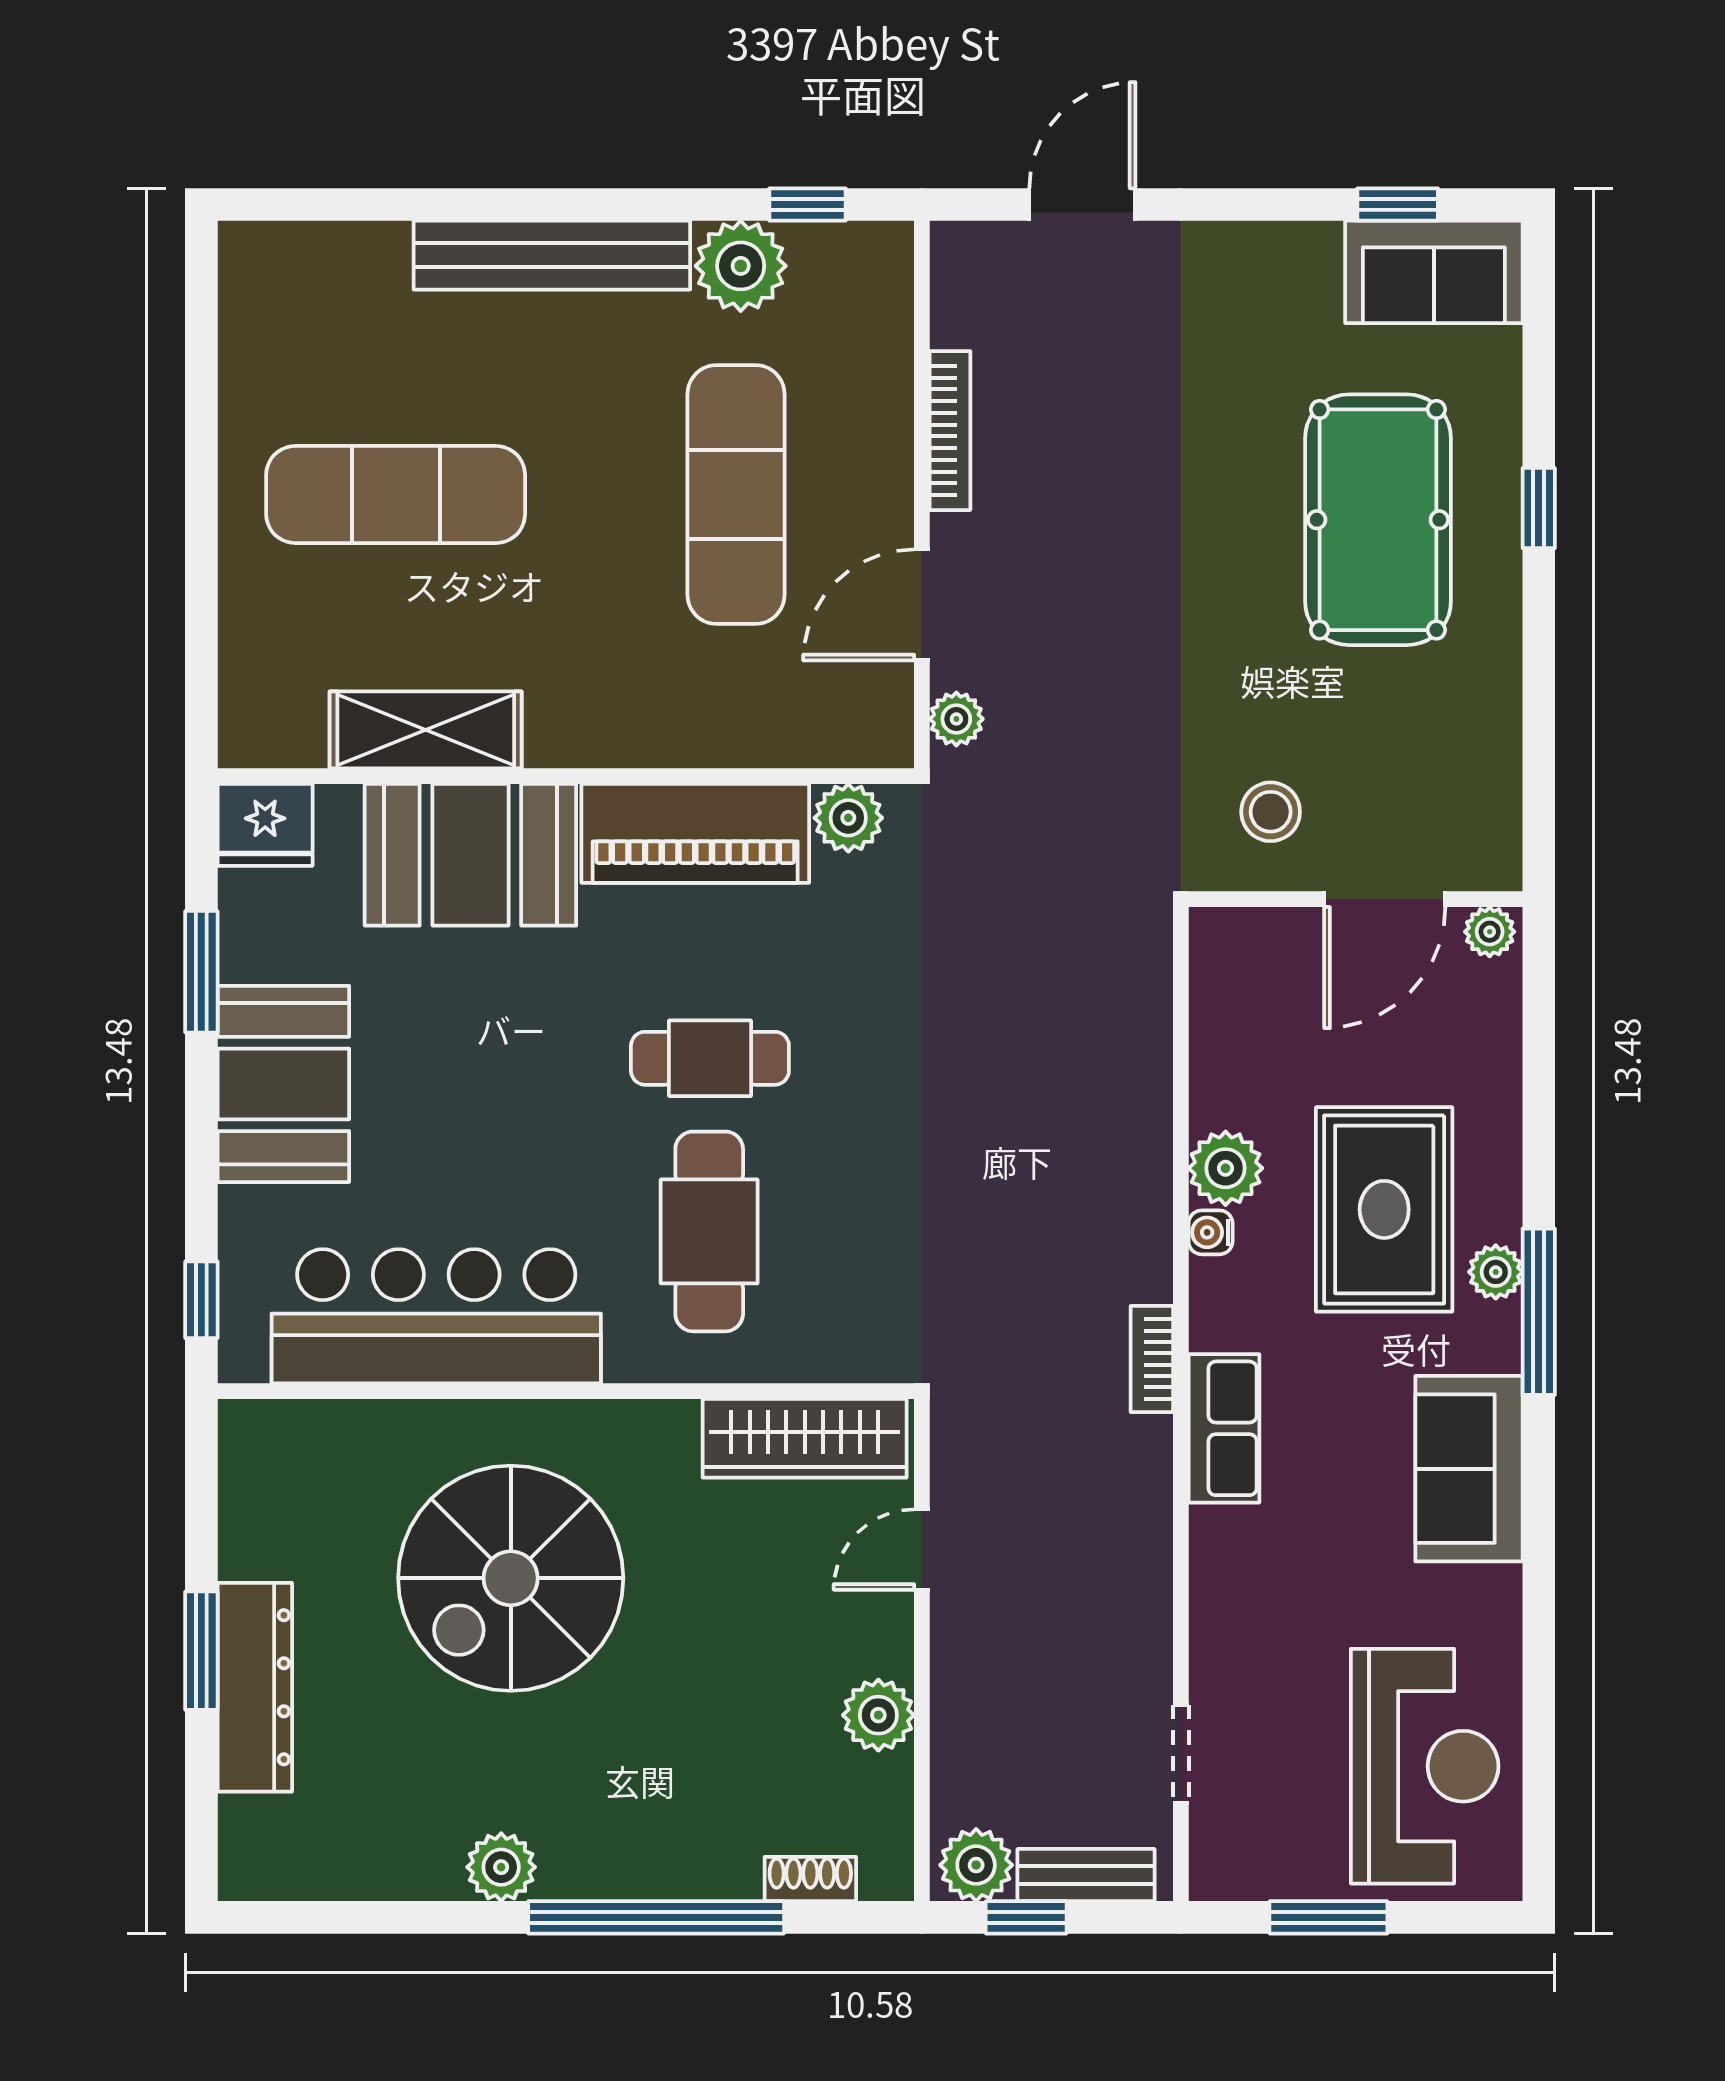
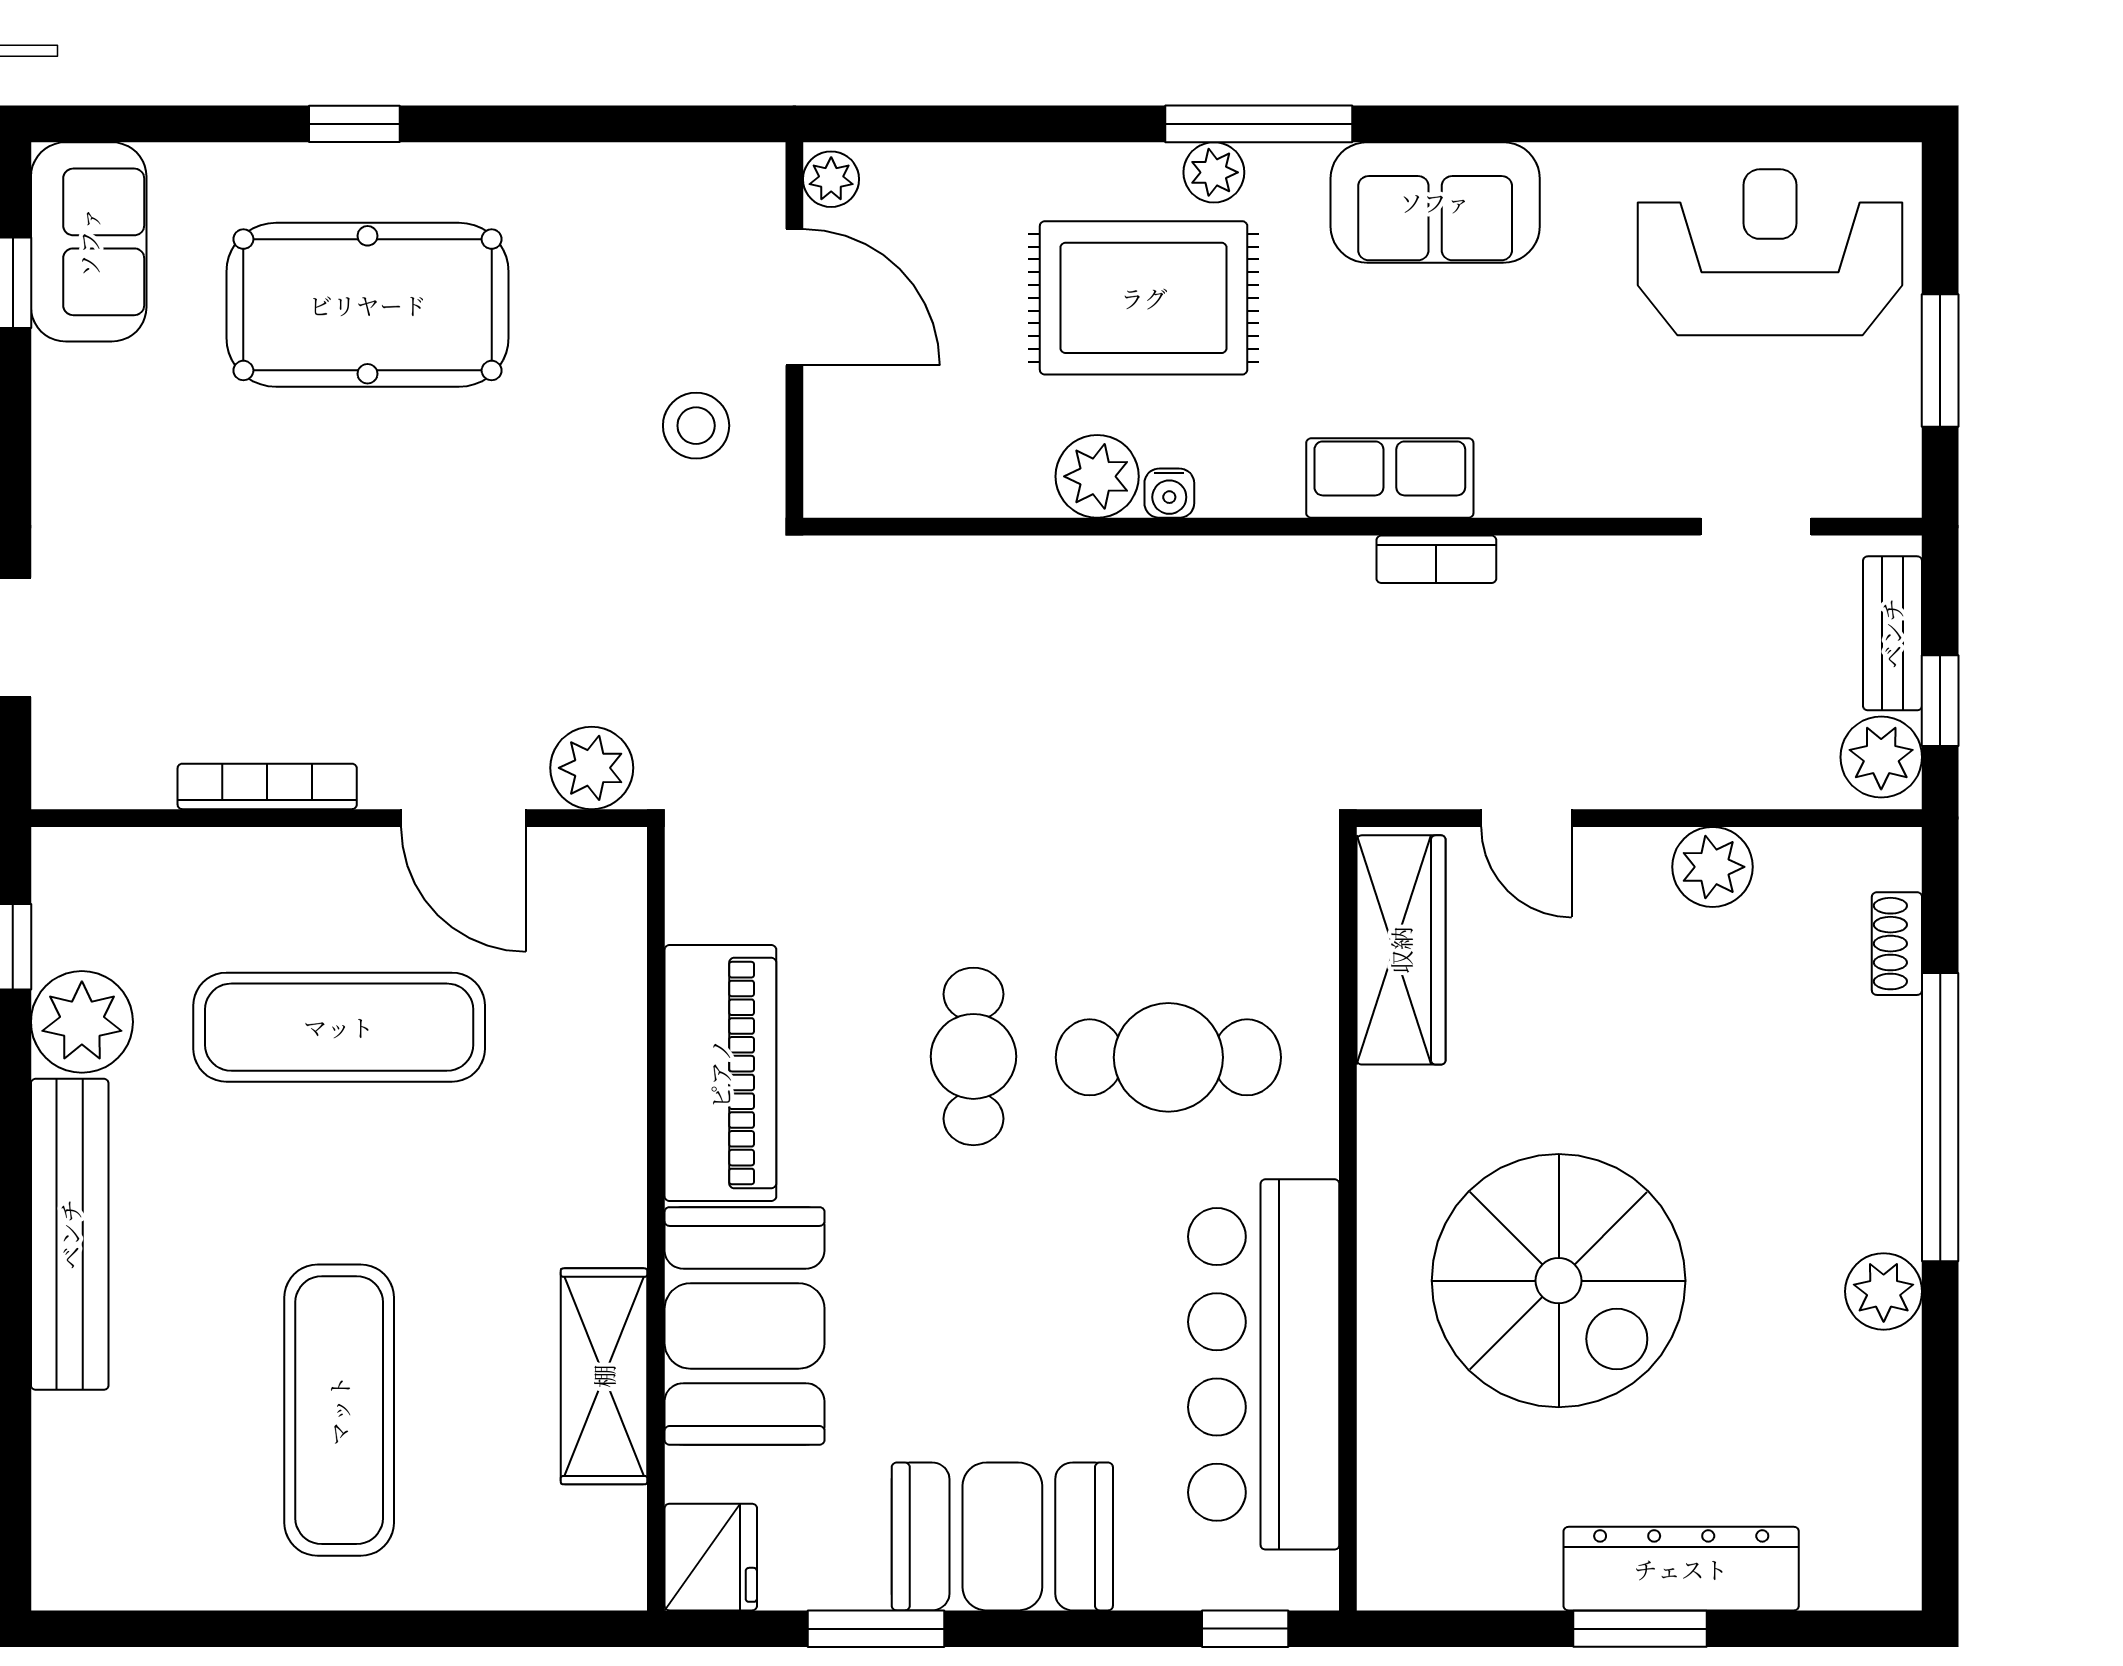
plant: (956, 719) -> (592, 768), width x1.38, depth x1.38
plant: (848, 818) -> (703, 901), removed
bookcase: (1152, 1359) -> (1436, 559), moved

